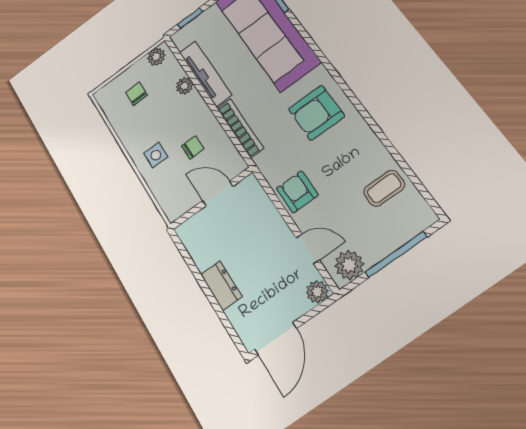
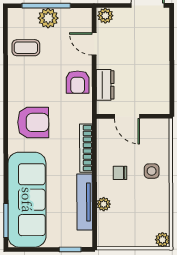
plant: (156, 57) -> (162, 240), moved
chair: (136, 94) -> (139, 224), removed
chair: (193, 147) -> (120, 173), moved
plant: (349, 265) -> (48, 18), moved
dresser: (221, 286) -> (105, 85), moved, turned 180

